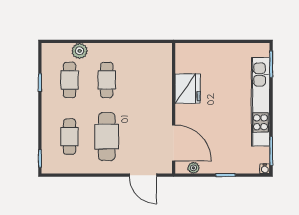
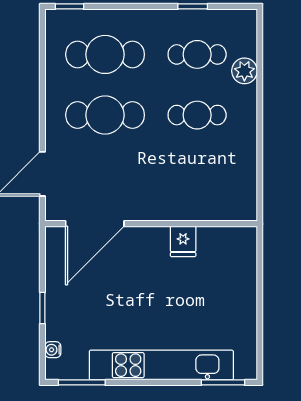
fridge: (188, 89) -> (183, 241), width x0.53, depth x0.75
cafe table: (70, 137) -> (105, 54), width x1.37, depth x1.35
plant: (194, 168) -> (54, 256), removed
water cooler: (265, 169) -> (53, 350), moved

